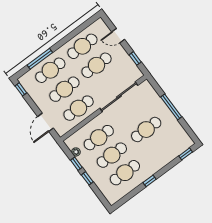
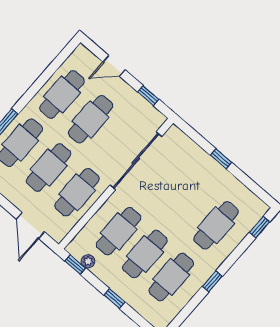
window: (171, 107) -> (221, 159), width x0.46
cafe table: (146, 130) -> (216, 225), moved
window: (76, 164) -> (75, 264), moved

